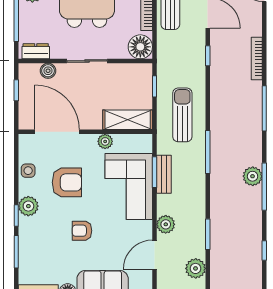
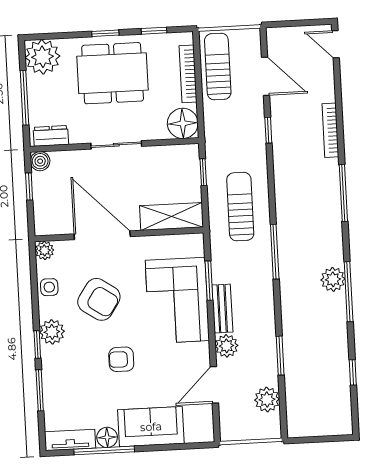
boiler: (48, 71) -> (40, 161), moved
door: (57, 132) -> (102, 235), moved
plant: (105, 141) -> (45, 250), moved
bench: (164, 174) -> (222, 309), moved
armchair: (67, 182) -> (99, 299), turned 34

